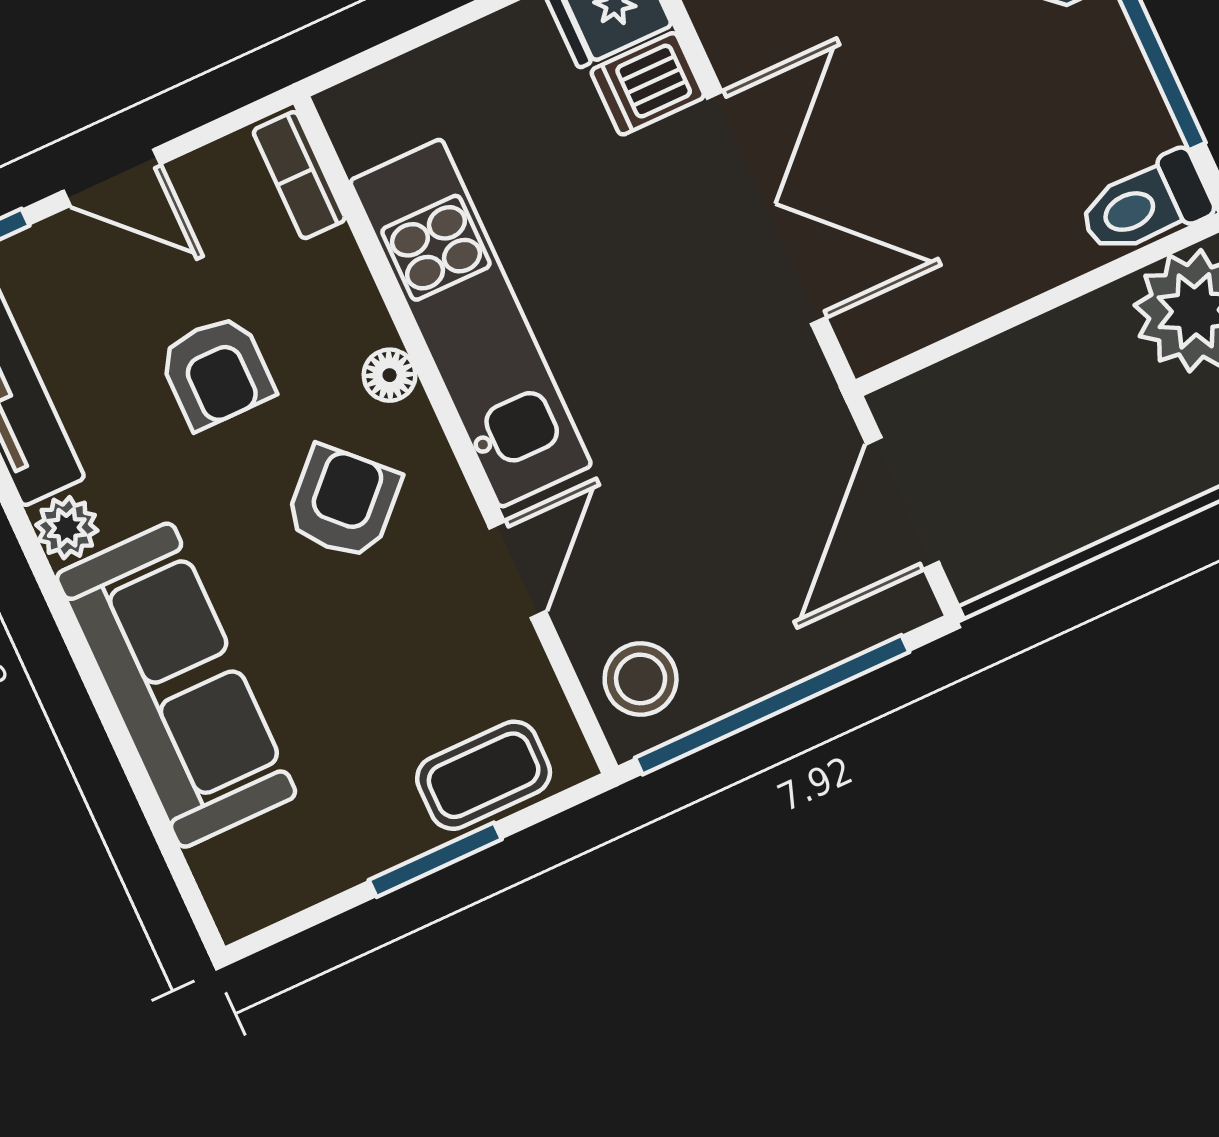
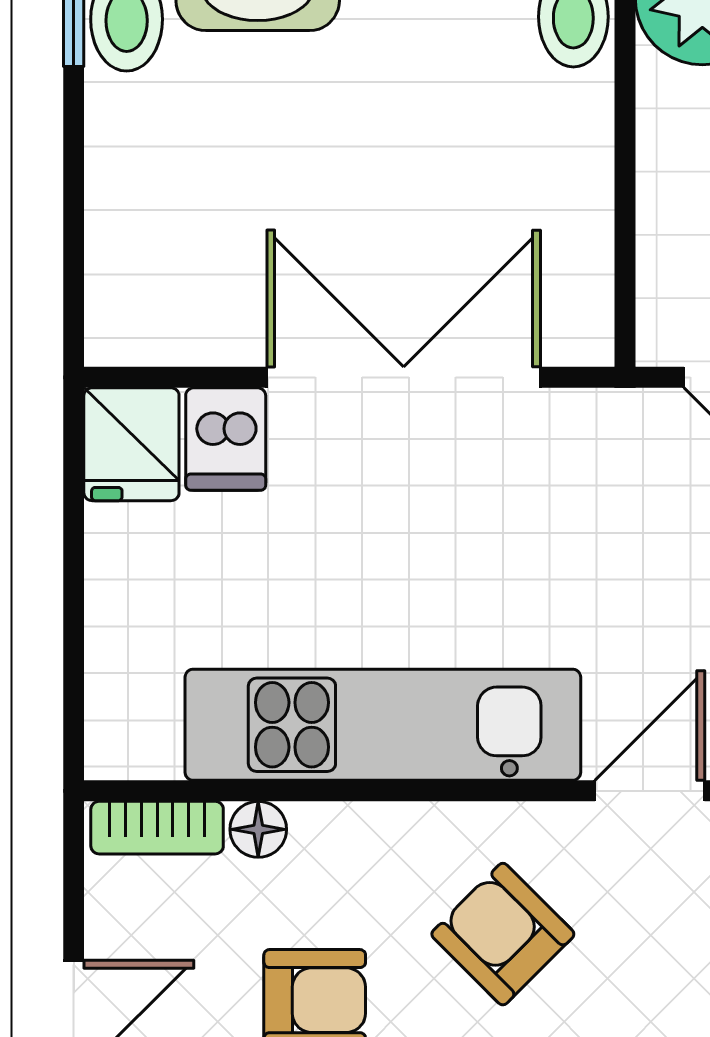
floor lamp: (390, 375) -> (258, 829), moved
door: (518, 570) -> (650, 791), hinge flipped

